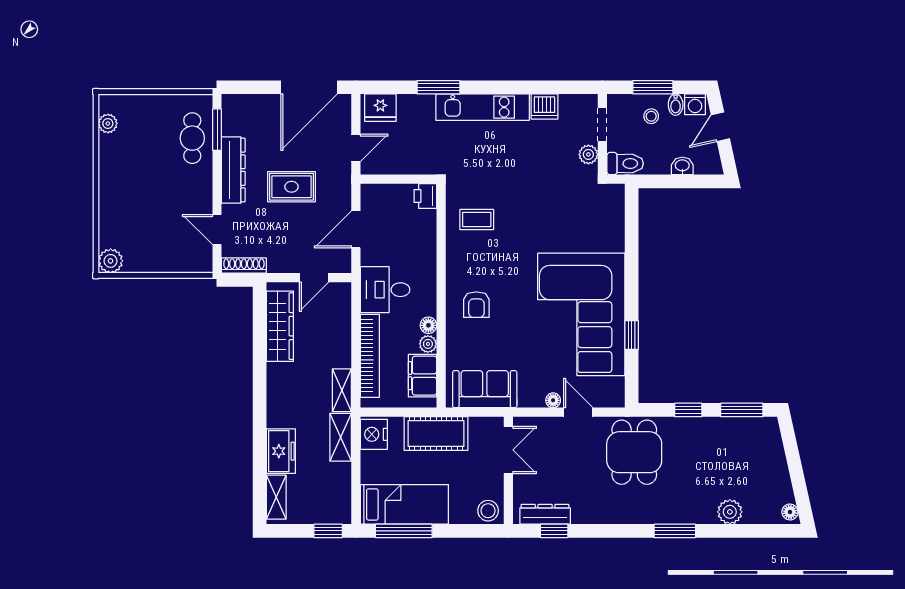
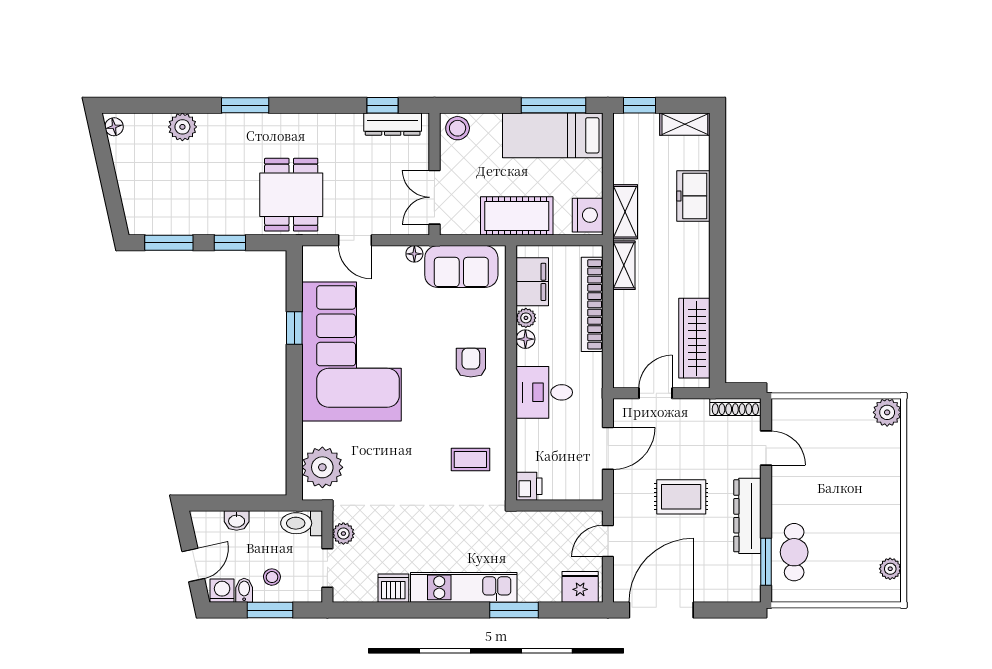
plant: (607, 213) -> (322, 467), added
desk: (385, 290) -> (544, 392), moved, turned 180
floor lamp: (553, 400) -> (414, 254), moved
shelving: (276, 497) -> (685, 124), moved, turned 90

